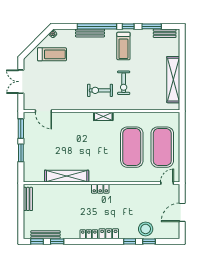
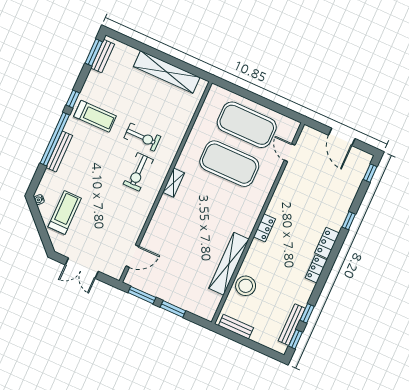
window: (152, 26) -> (94, 52), moved
door: (167, 183) -> (290, 153), moved
stool: (146, 229) -> (246, 286), moved
window: (149, 241) -> (370, 173), moved

